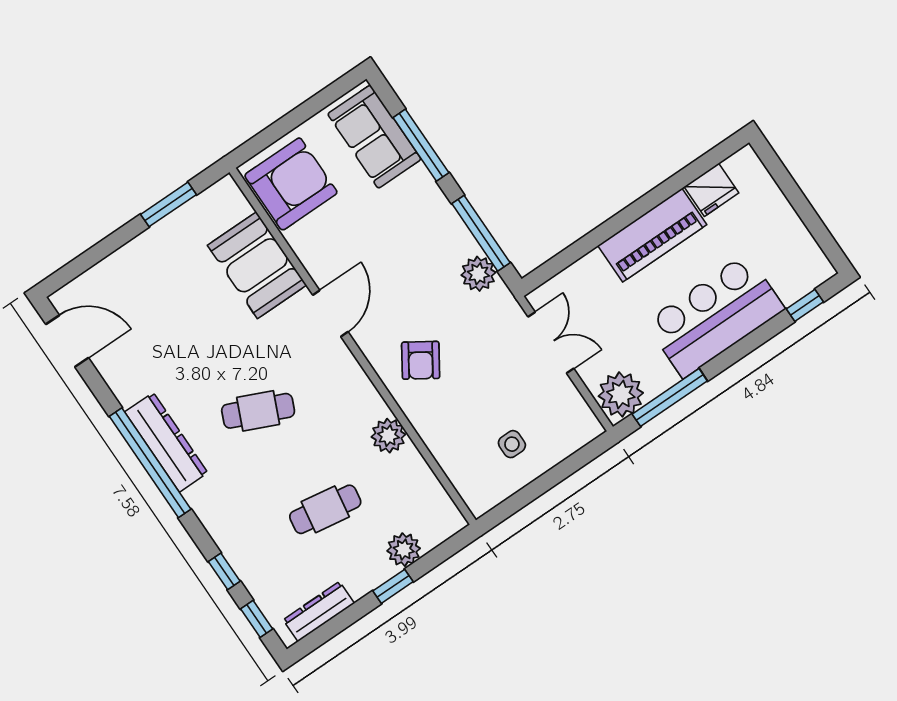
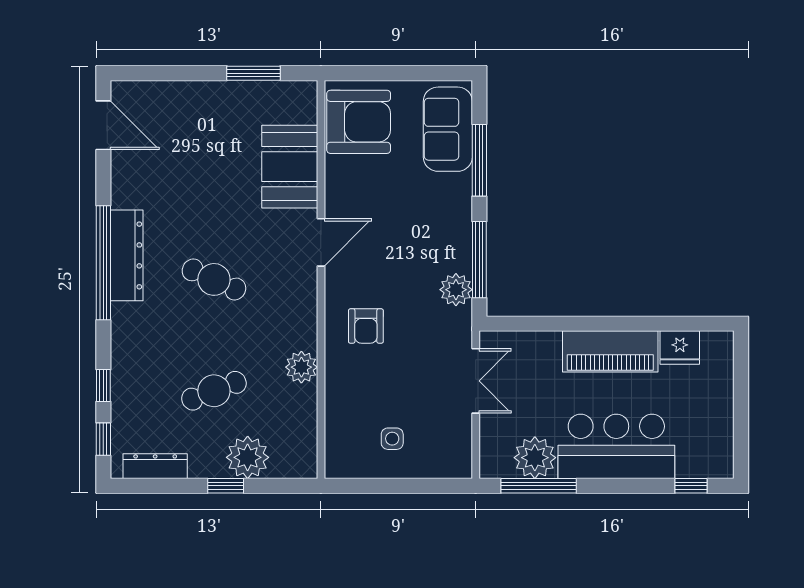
armchair: (421, 360) -> (366, 326), turned -33
plant: (621, 394) -> (535, 458), moved
cafe table: (325, 509) -> (214, 391), turned -30
plant: (404, 550) -> (248, 457), width x1.36, depth x1.36

